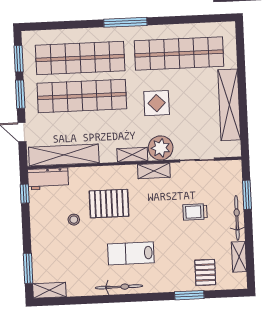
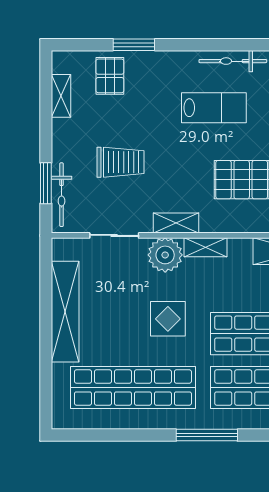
trolley: (195, 212) -> (121, 162), width x1.36, depth x1.39
bicycle: (237, 218) -> (62, 195), moved

